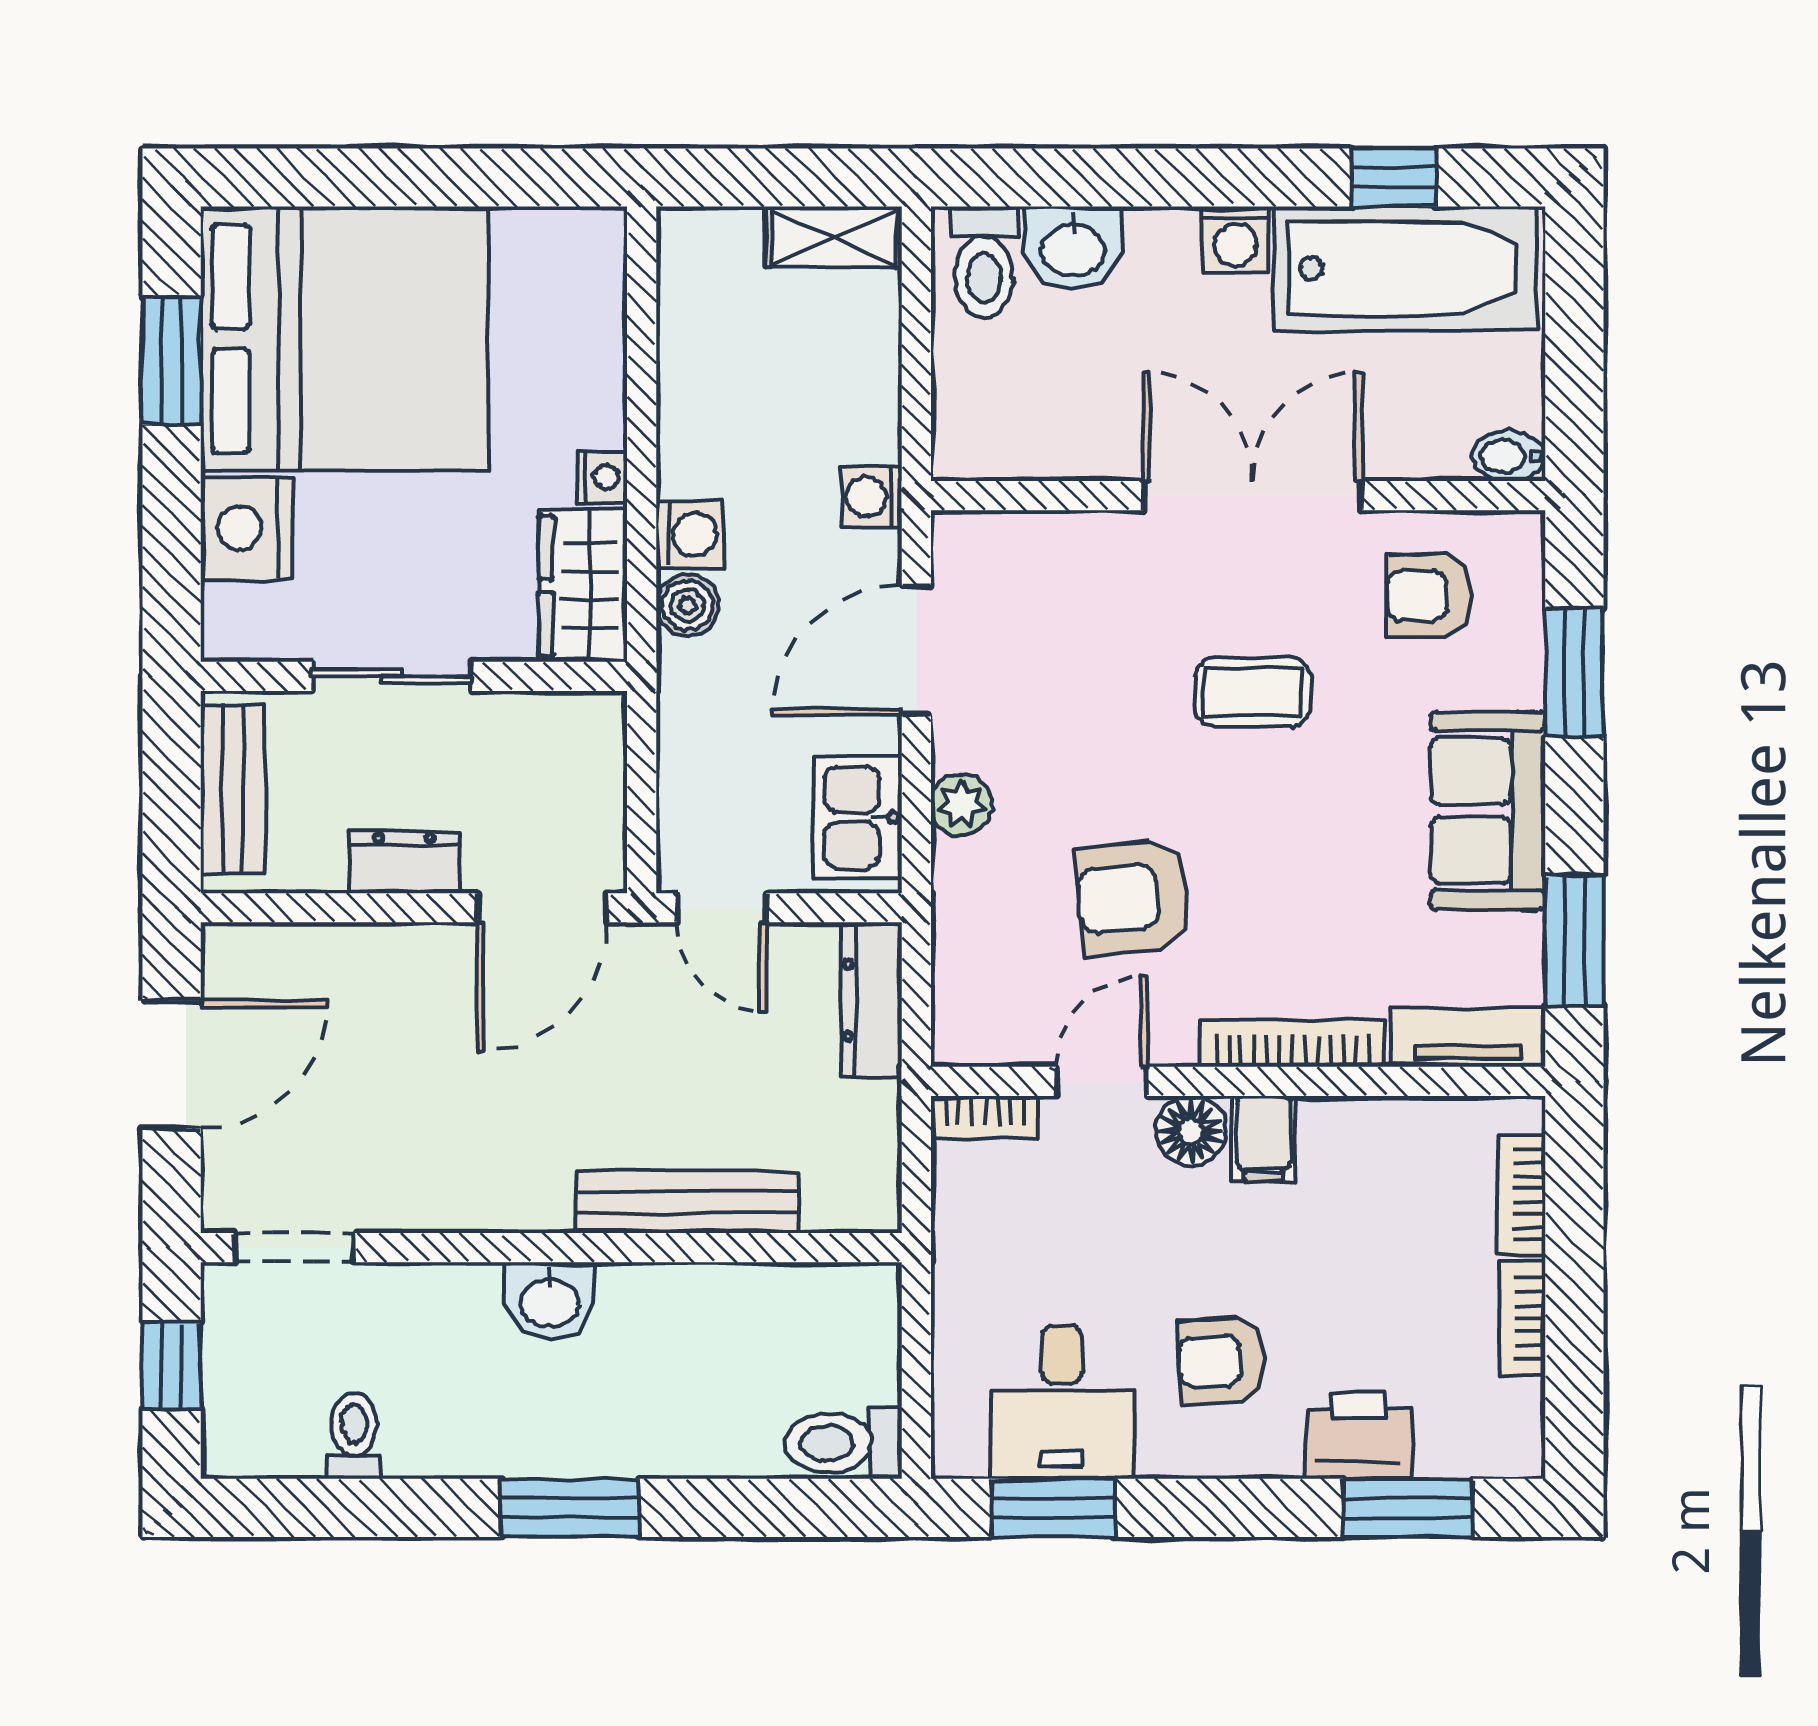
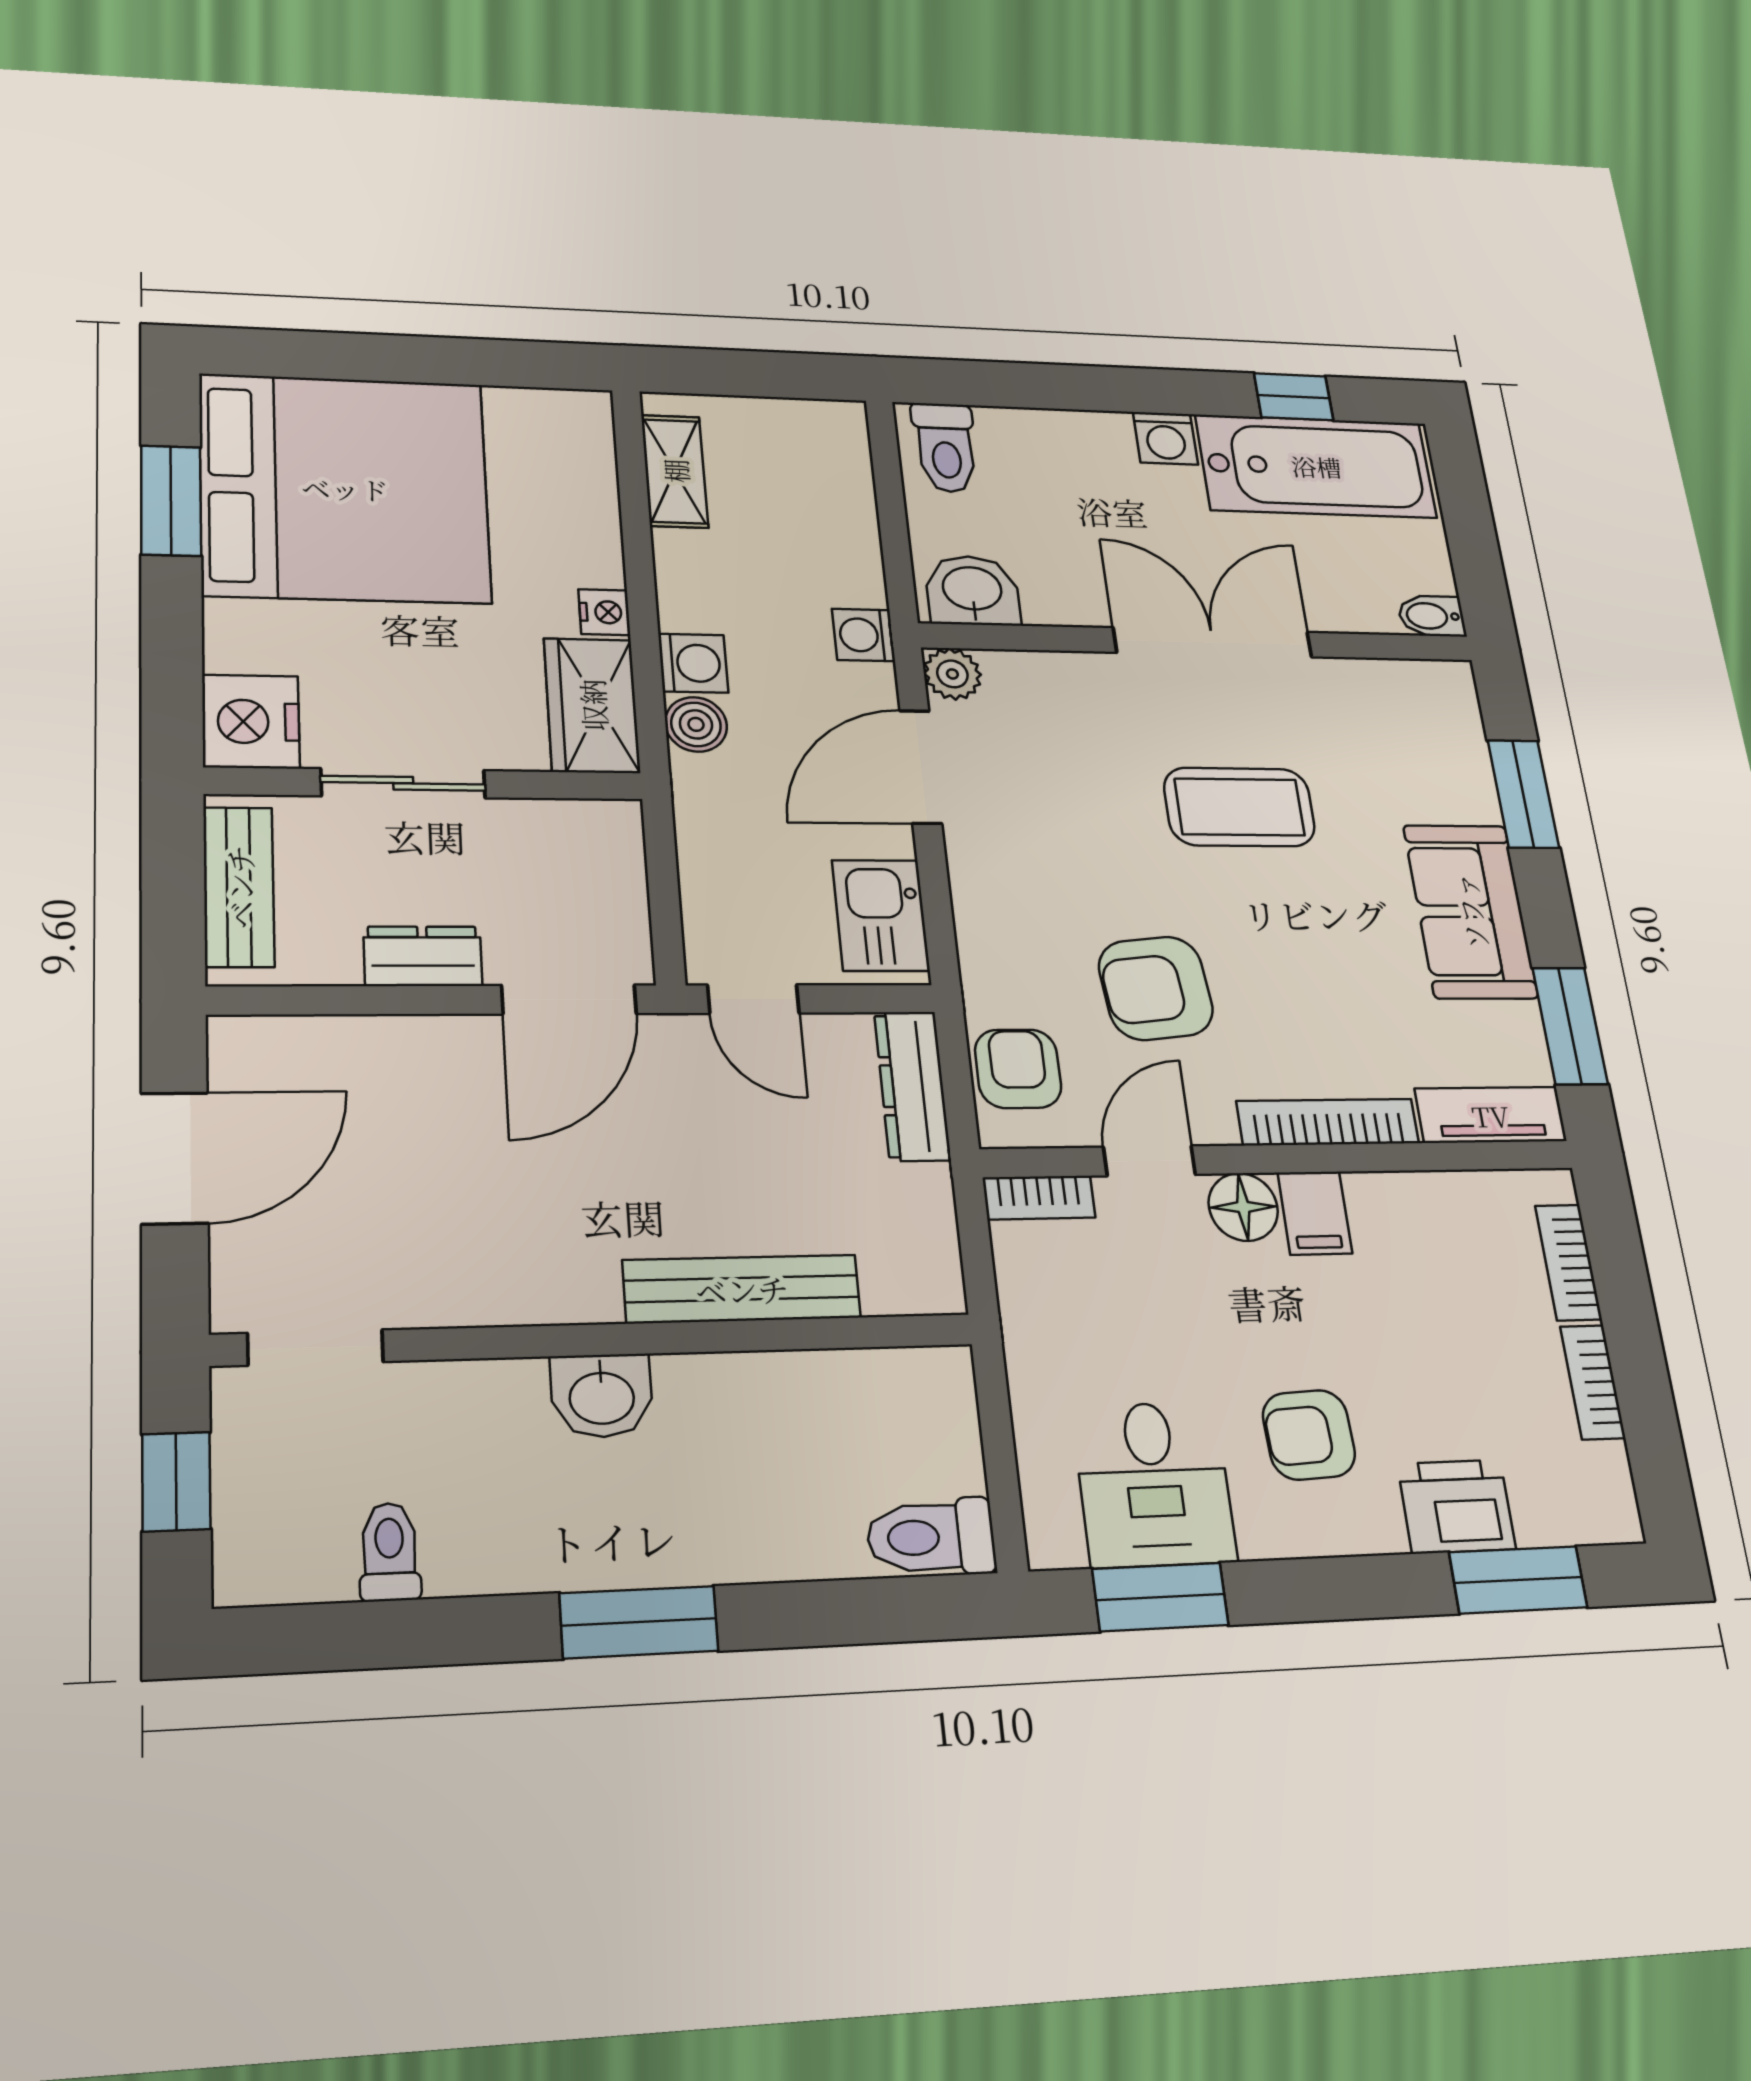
shelving: (834, 237) -> (675, 471), moved, turned 90
washbasin: (1073, 248) -> (972, 590), moved, turned 180
nightstand: (247, 528) -> (251, 721), moved
armchair: (1429, 596) -> (1018, 1069), moved, turned 90
coffee table: (1253, 692) -> (1239, 807), width x1.36, depth x1.30
plant: (962, 804) -> (952, 674), moved

